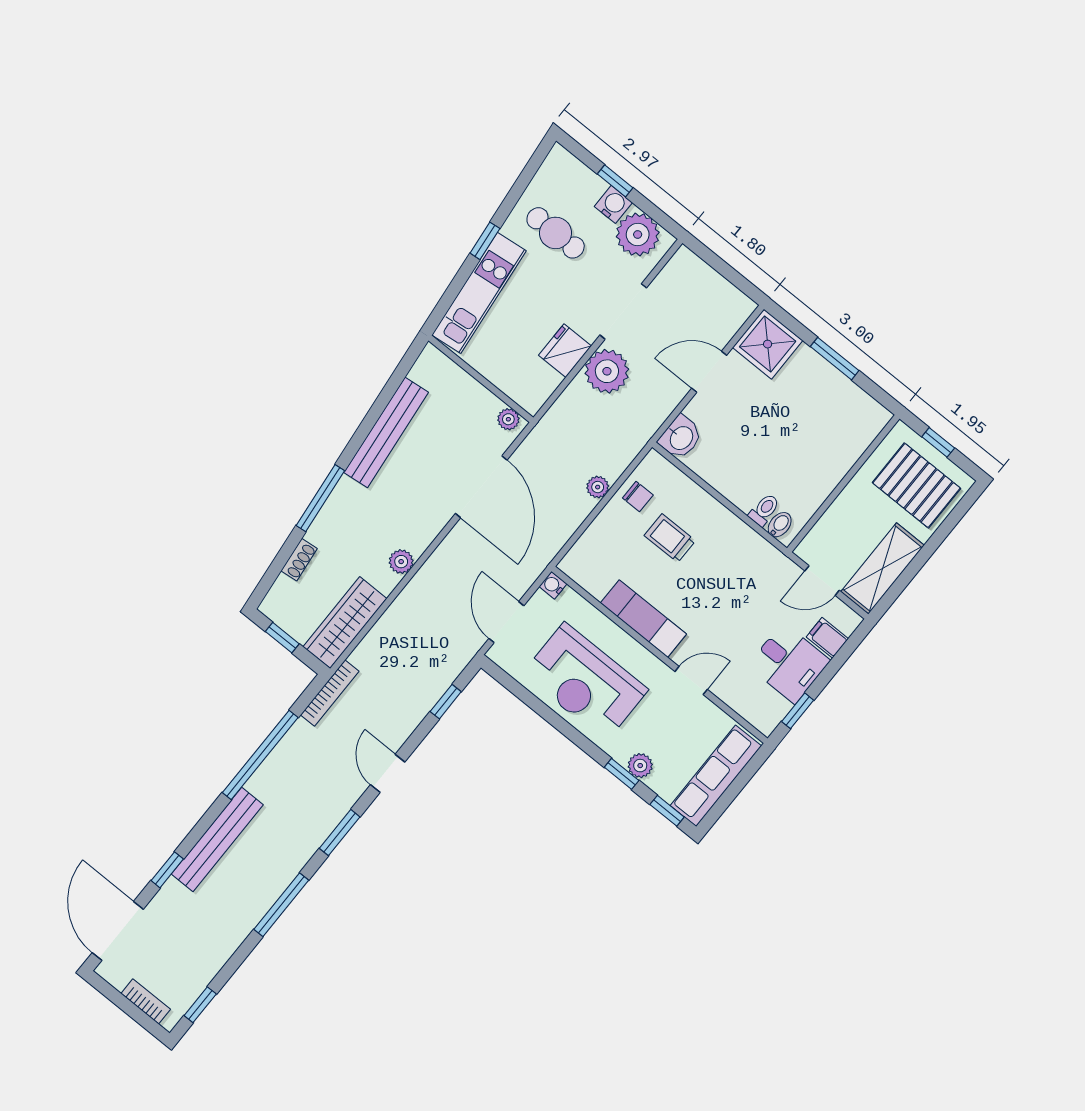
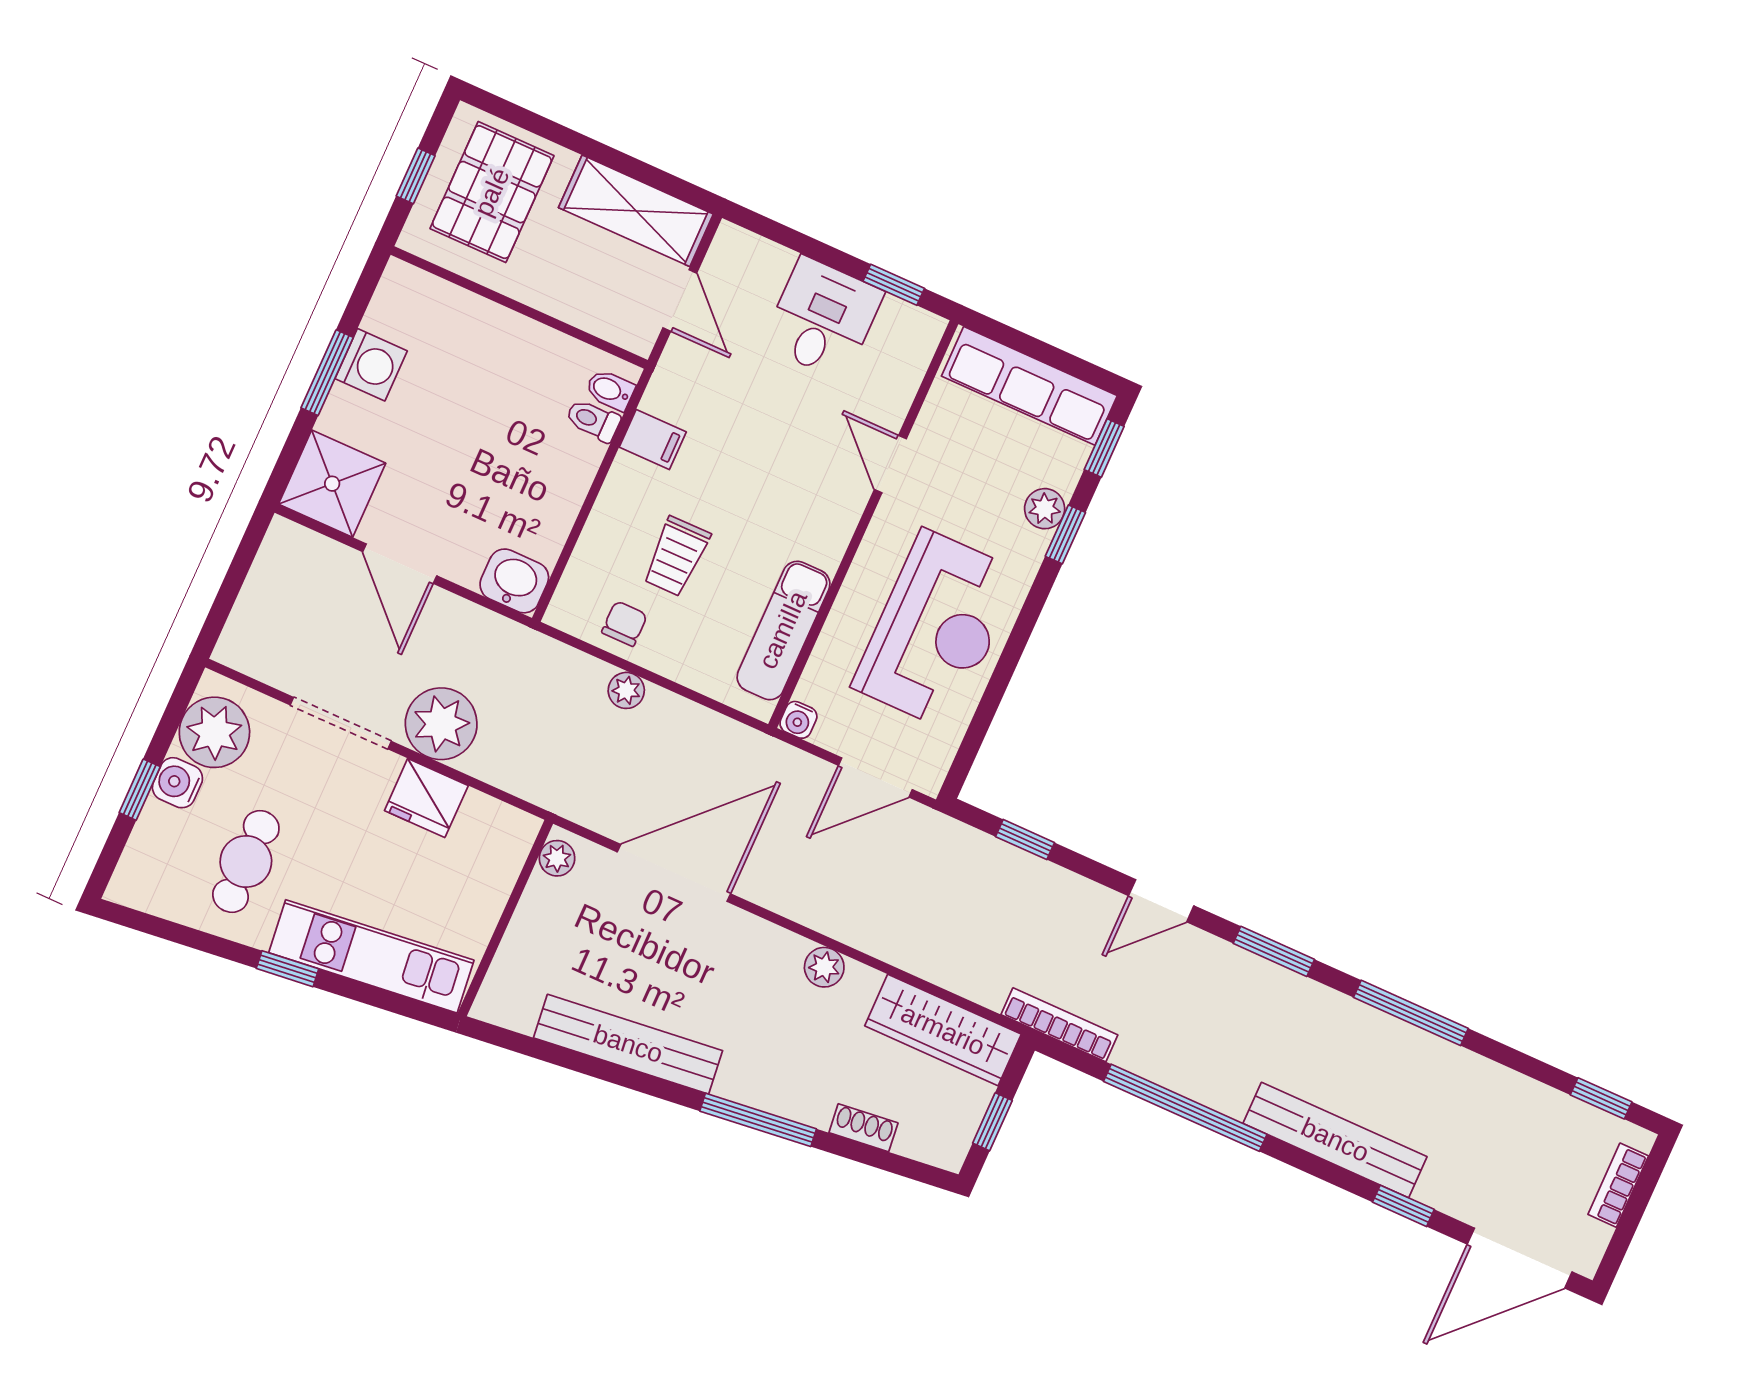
washing machine: (832, 386) -> (371, 365), added
exam couch: (643, 619) -> (783, 630), moved
filing cabinet: (827, 638) -> (653, 440), moved, turned -90

